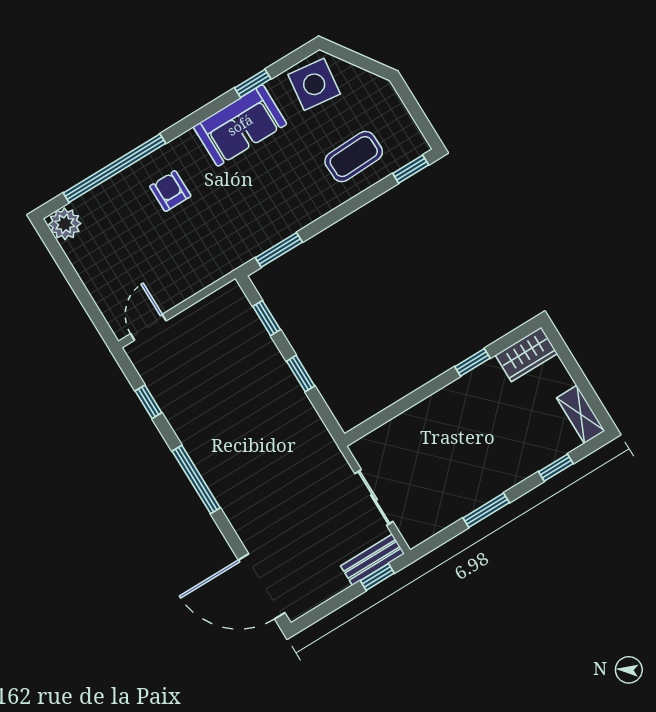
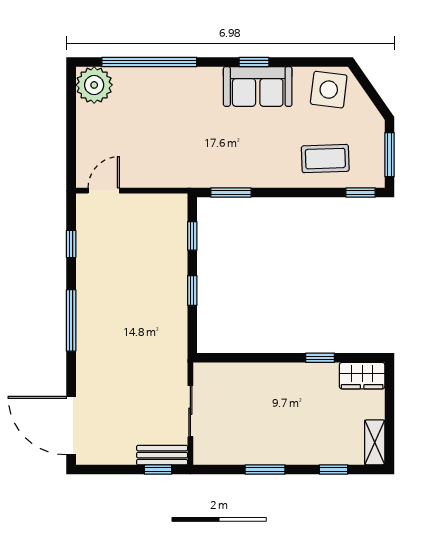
window: (253, 83) -> (254, 62), moved
window: (416, 113) -> (389, 155), added
armchair: (170, 191) -> (179, 103), removed
plant: (65, 224) -> (94, 85), width x1.36, depth x1.36

